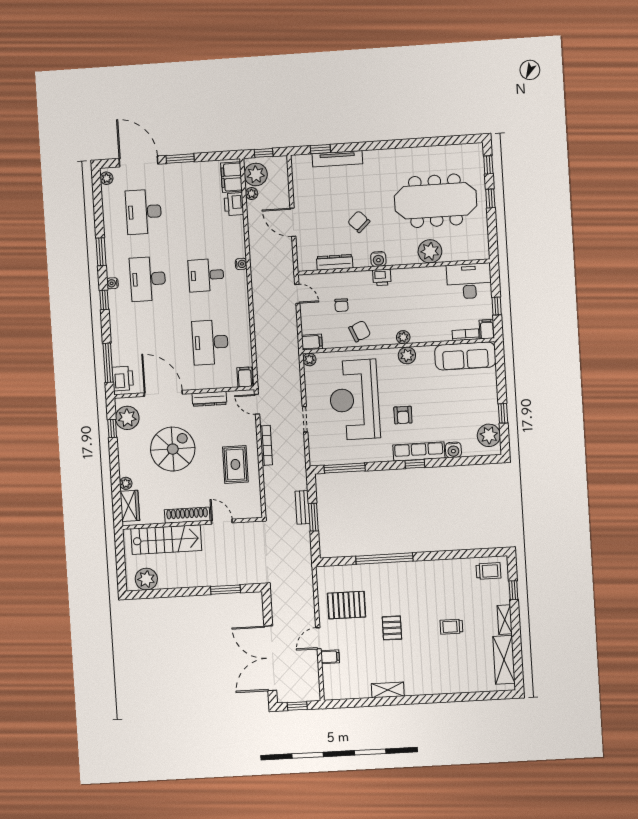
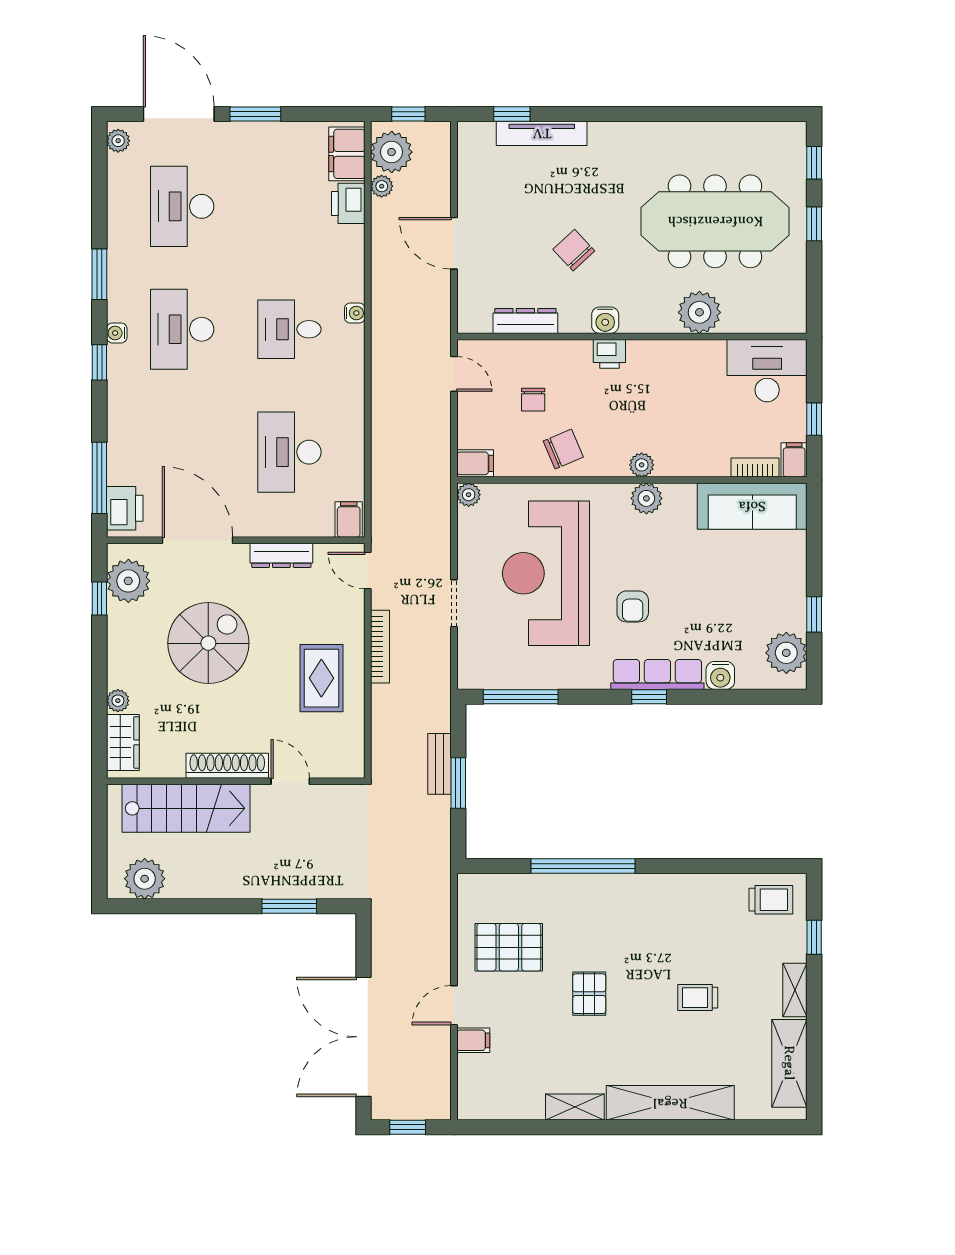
shelving: (440, 685) -> (670, 1103), added

